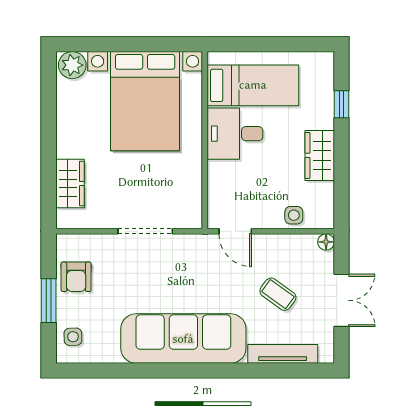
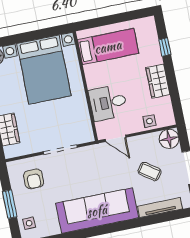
desk: (235, 134) -> (108, 103), moved
floor lamp: (326, 242) -> (169, 139), width x1.89, depth x1.89
armchair: (76, 277) -> (34, 179), moved

